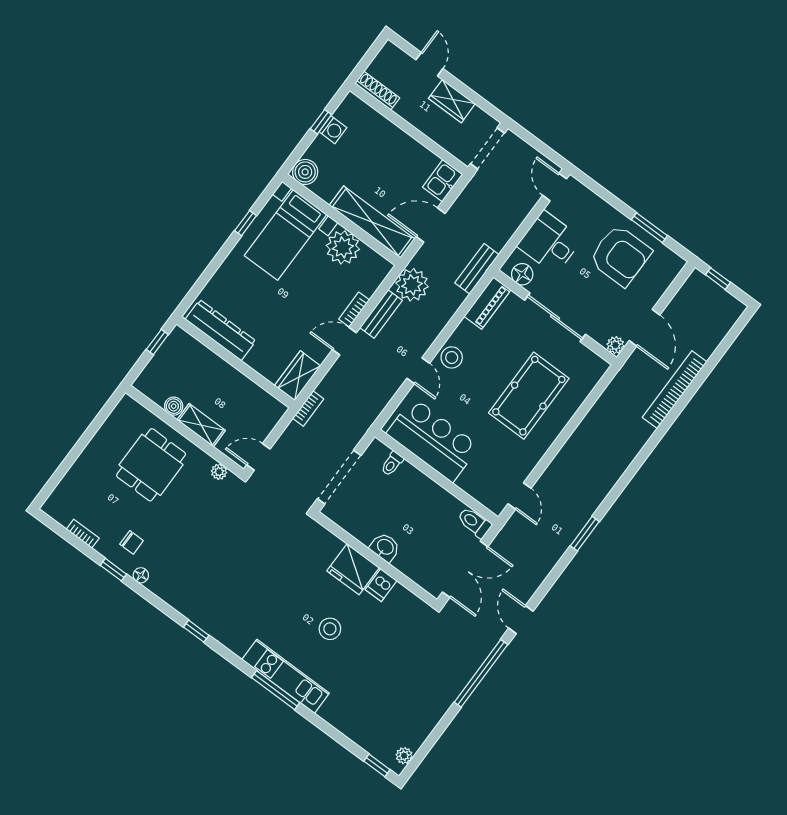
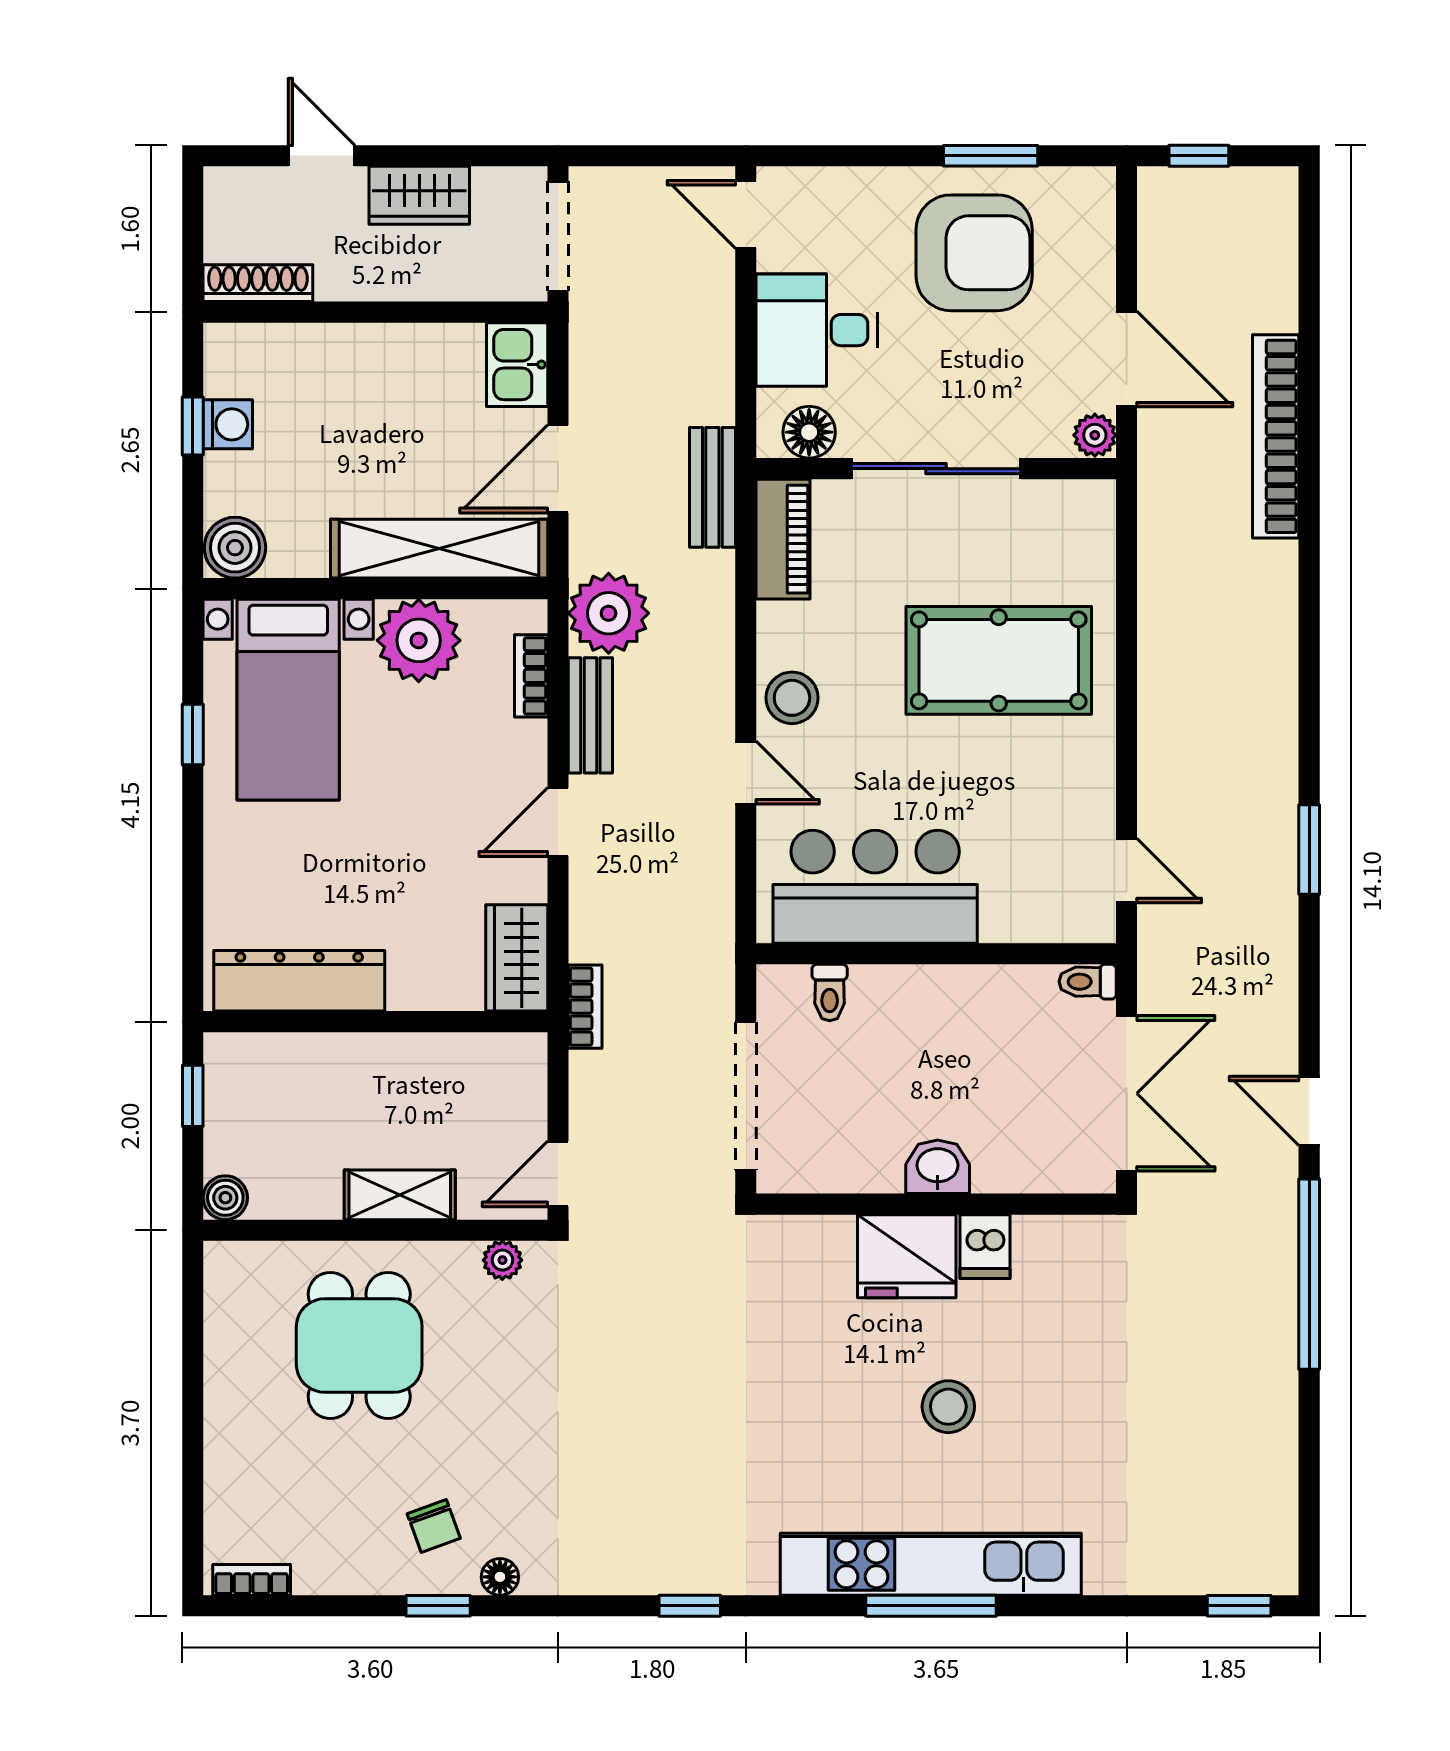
bookcase: (354, 309) -> (531, 676), moved
pool table: (529, 396) -> (999, 660), turned 90
boiler: (174, 406) -> (225, 1198), moved
toilet: (474, 523) -> (1088, 982), width x0.73, depth x0.72
bookcase: (83, 534) -> (252, 1580), moved
chair: (132, 542) -> (434, 1526), turned 70
kitchen unit: (286, 676) -> (931, 1564), width x1.36
plant: (404, 756) -> (1278, 1547), removed

